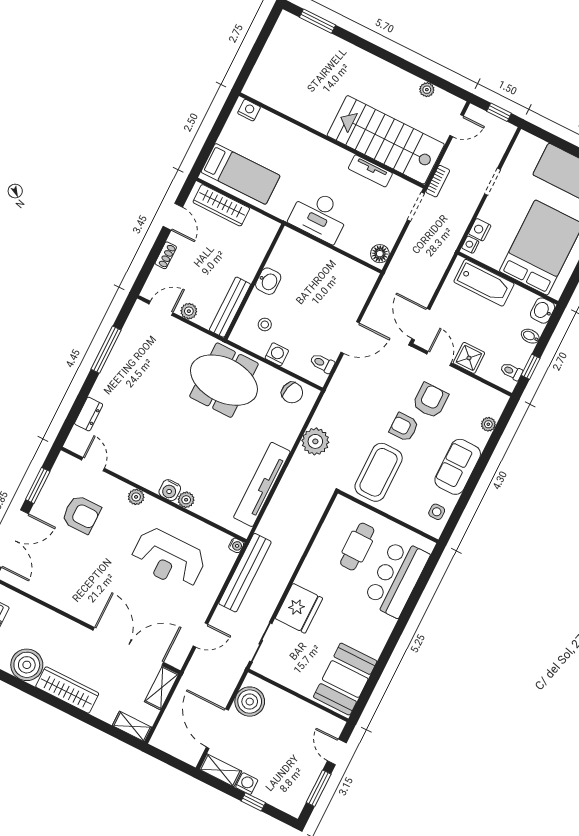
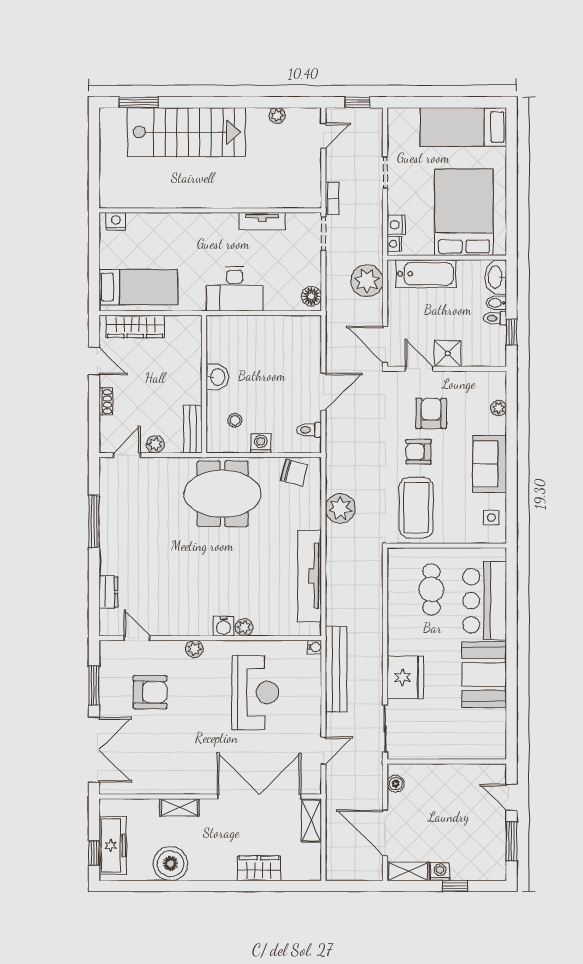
stairs: (386, 140) -> (187, 132), moved, turned 180
plant: (432, 264) -> (367, 281), added
bench: (230, 307) -> (193, 429), width x0.73
washbasin: (543, 311) -> (496, 277), width x1.38
toilet: (511, 371) -> (495, 318), moved
reception desk: (168, 558) -> (255, 692), turned -90
booth: (345, 679) -> (484, 675), moved
wardrobe: (67, 690) -> (259, 868), moved, width x0.67
boiler: (250, 702) -> (396, 784), width x0.54, depth x0.54
shelving: (132, 726) -> (179, 807), moved

